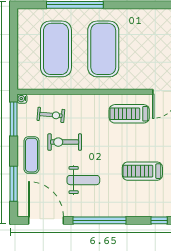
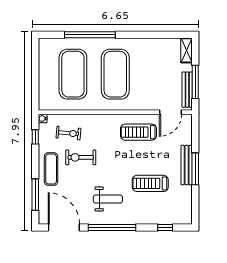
window: (14, 119) -> (35, 137), width x0.46
weight bench: (83, 180) -> (108, 199), moved

